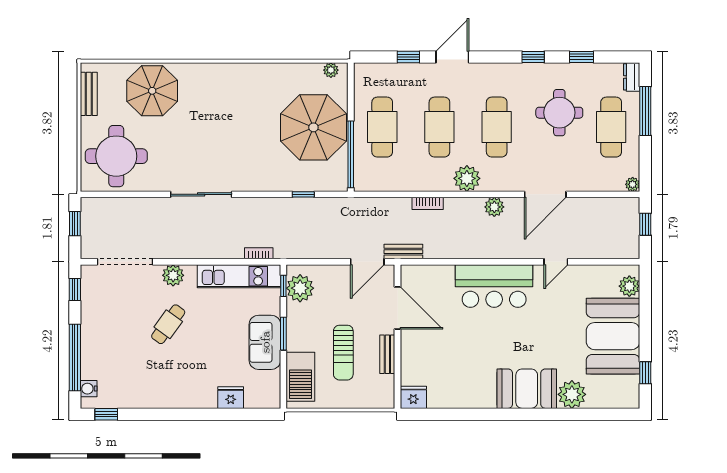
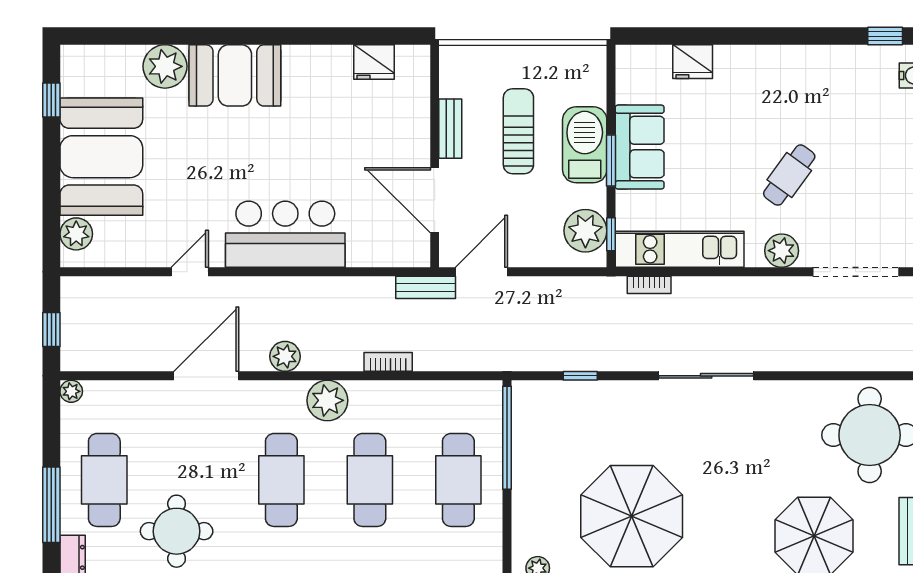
round table: (559, 113) -> (177, 531), moved
parasol: (313, 127) -> (632, 516), moved
sliding door: (201, 194) -> (706, 376), moved
barbecue: (300, 377) -> (585, 145), moved
fridge: (413, 397) -> (374, 62), moved

